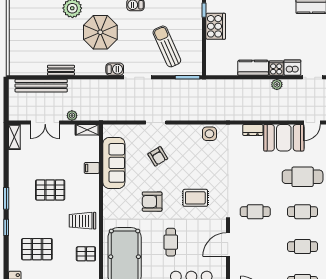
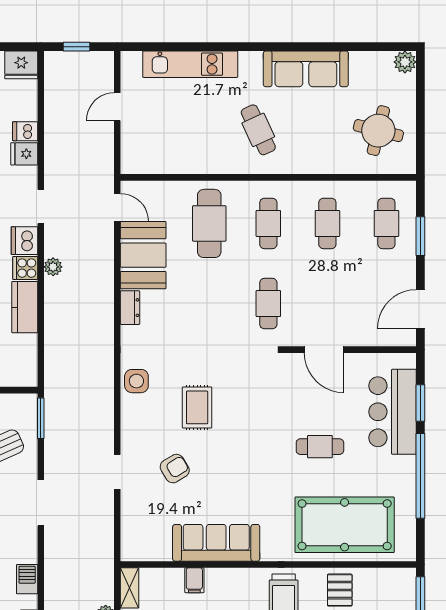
barbecue: (115, 69) -> (27, 579), moved
sofa: (114, 163) -> (216, 543), moved
rug: (195, 198) -> (197, 407), moved
armchair: (152, 202) -> (251, 478), removed

